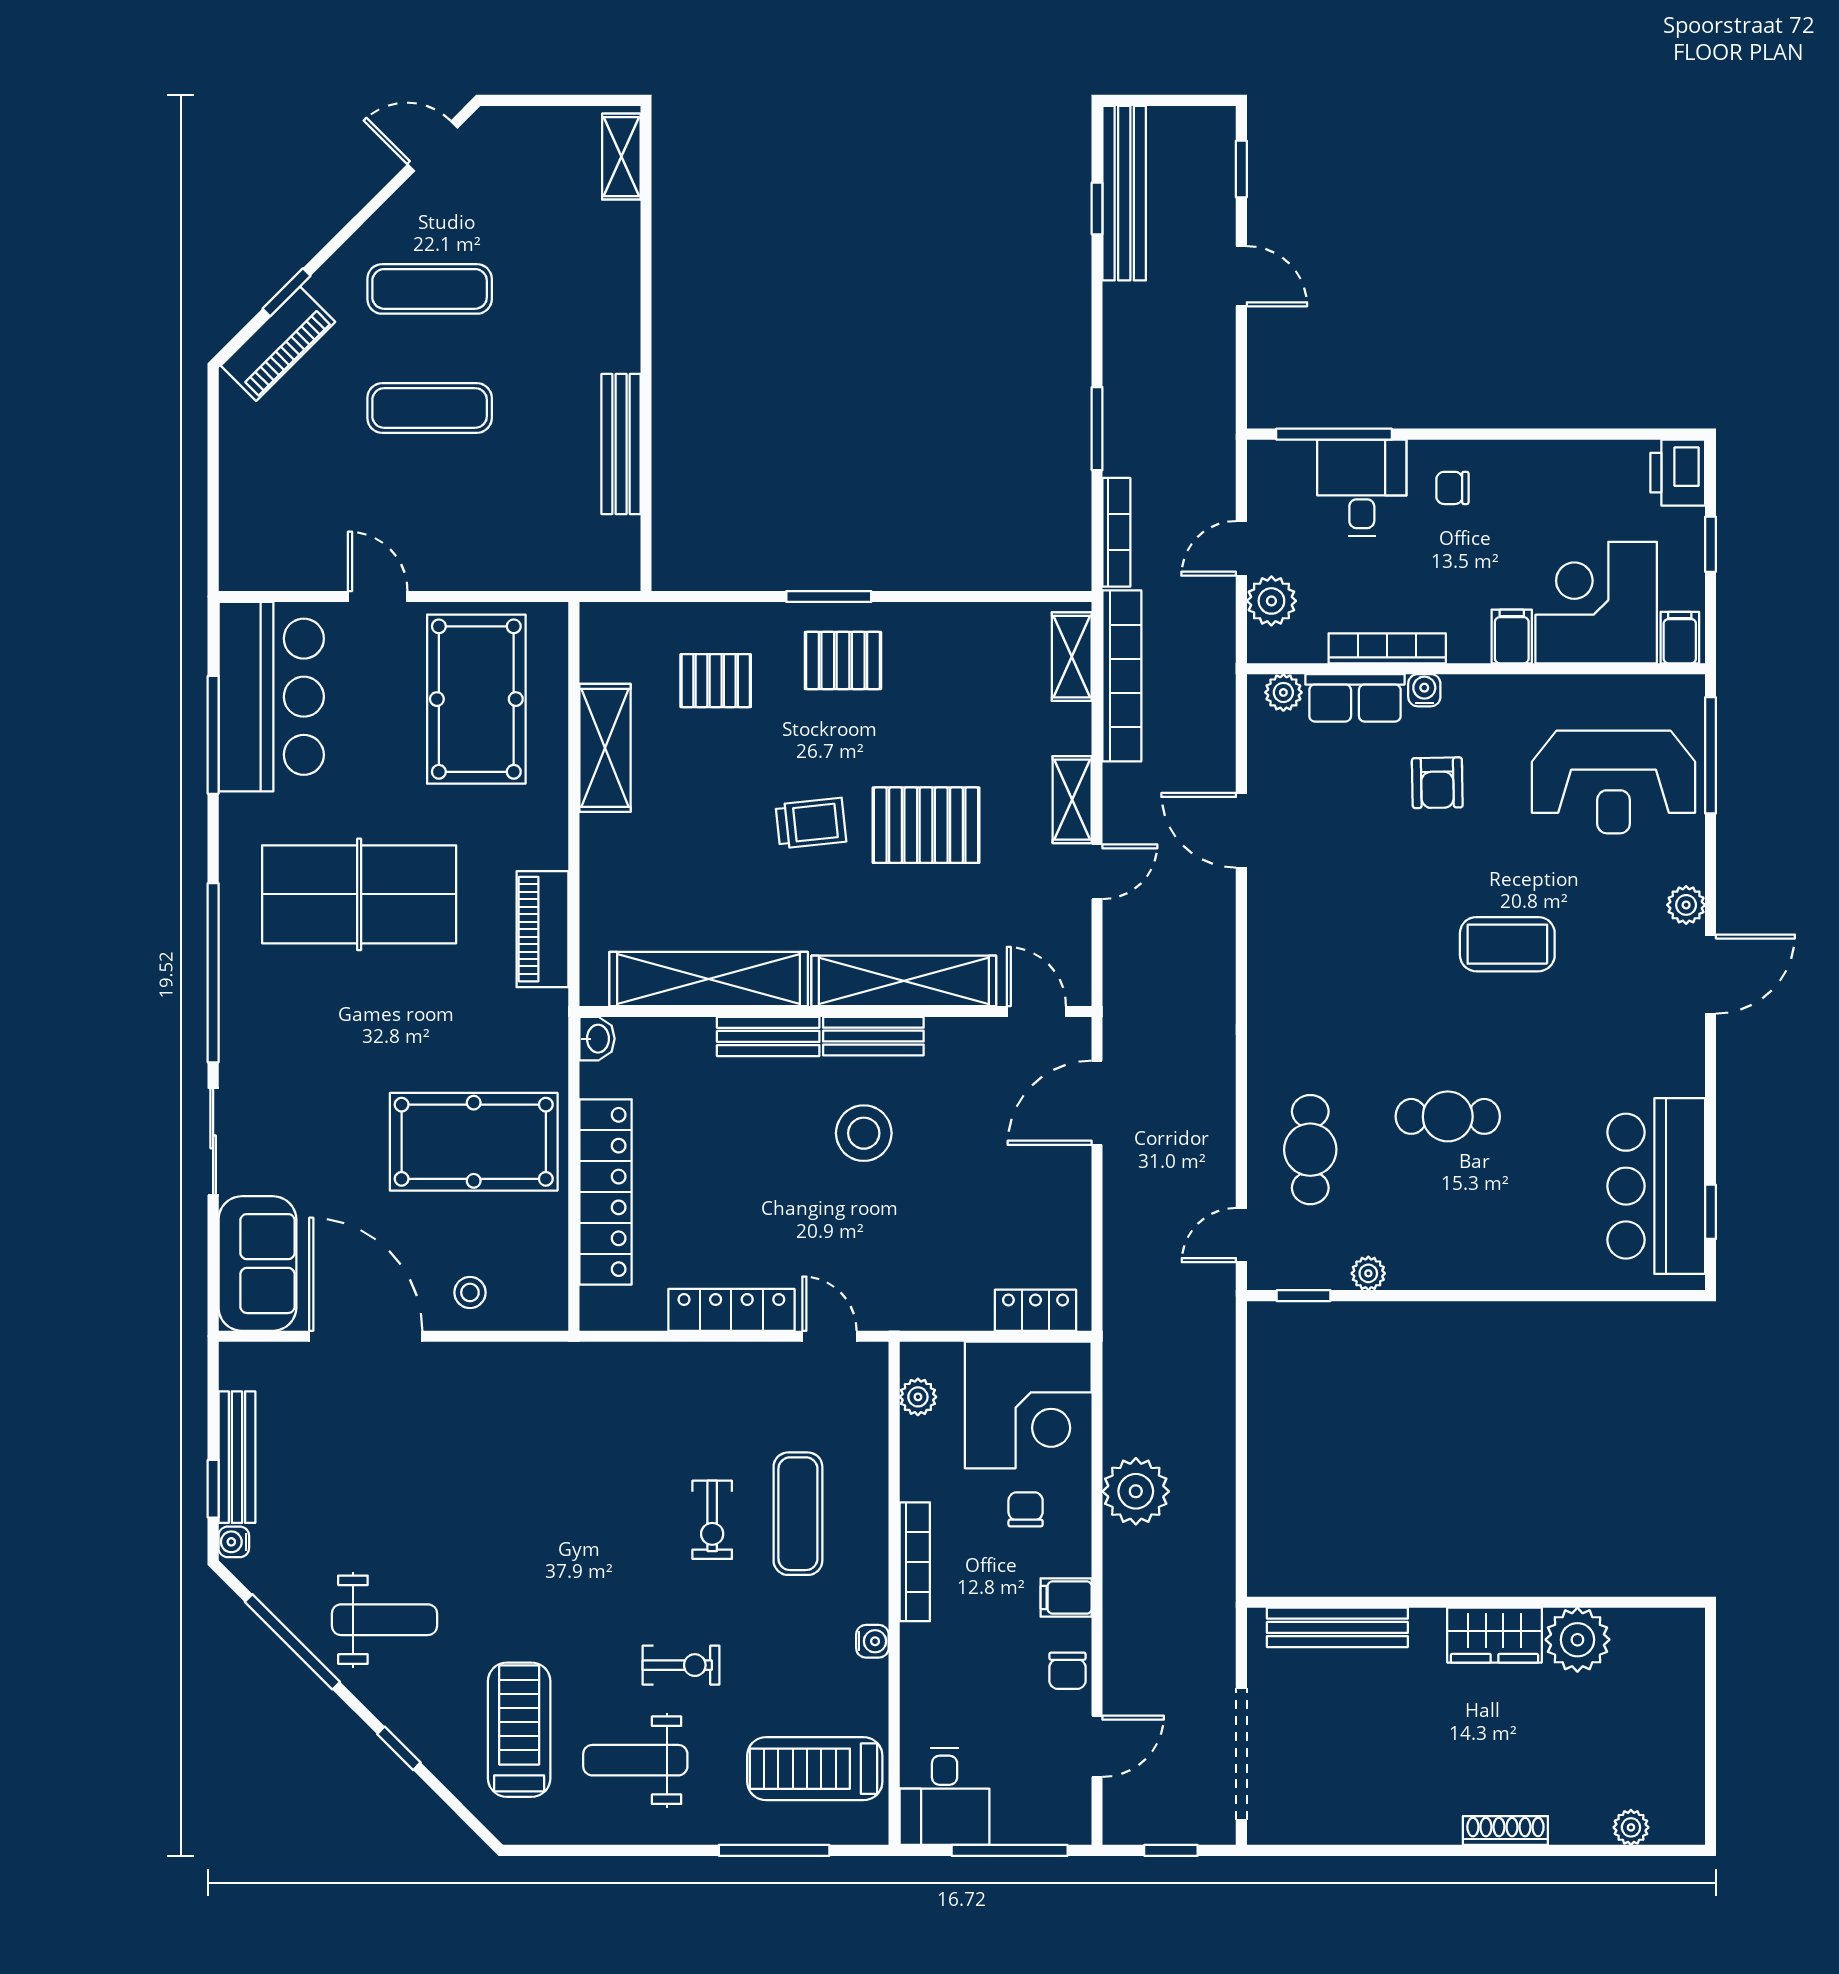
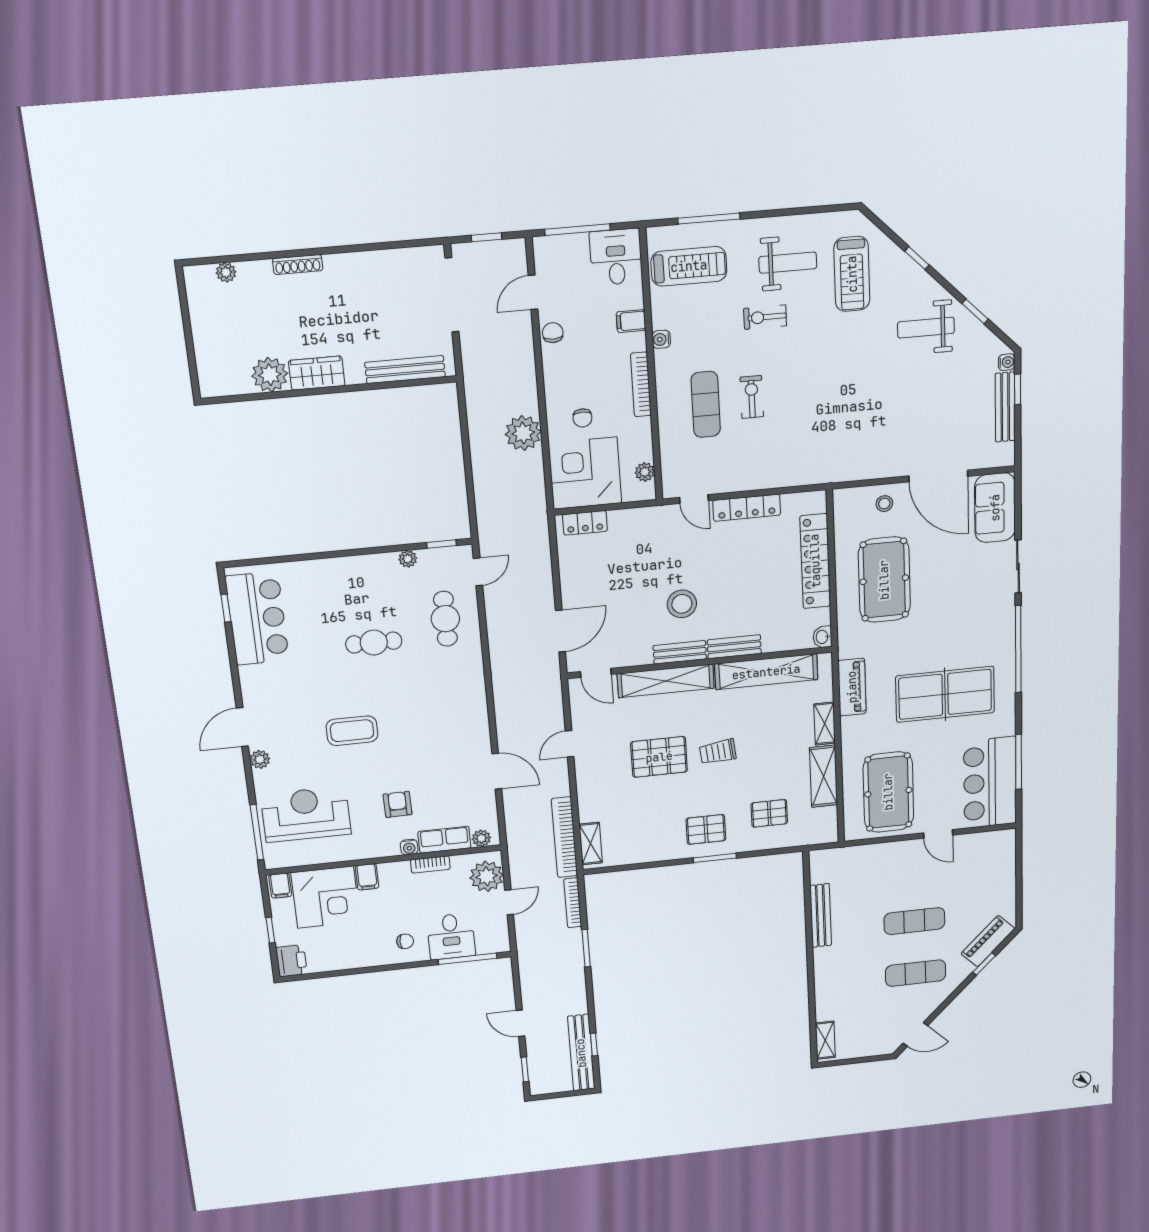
plant: (1271, 601) -> (487, 876), width x1.36, depth x1.36
bookcase: (1387, 648) -> (430, 865), width x0.64
shelving: (1072, 800) -> (825, 724), moved
pool table: (474, 1142) -> (884, 580), turned 90
filing cabinet: (1066, 1598) -> (631, 321), moved, turned 180
window: (292, 1642) -> (975, 311), width x0.46

